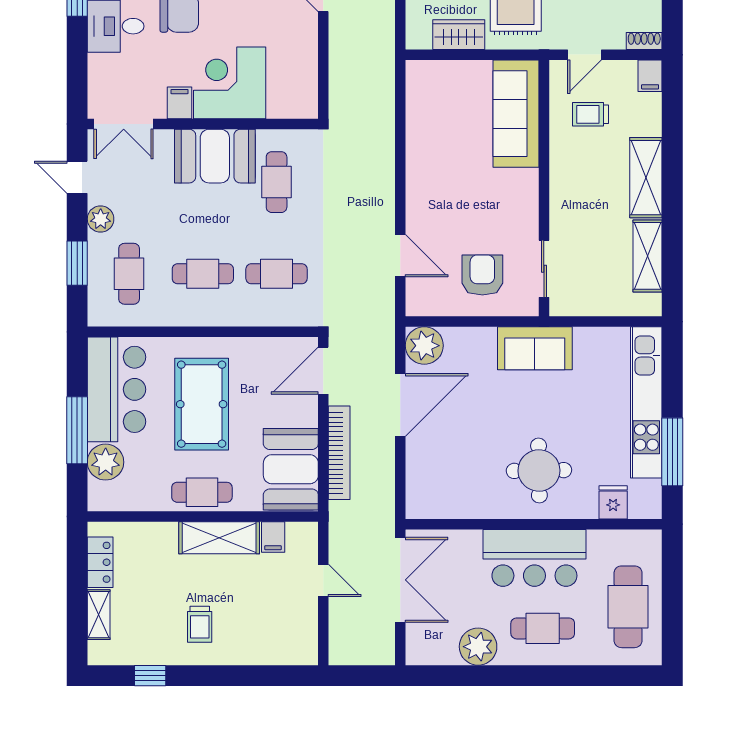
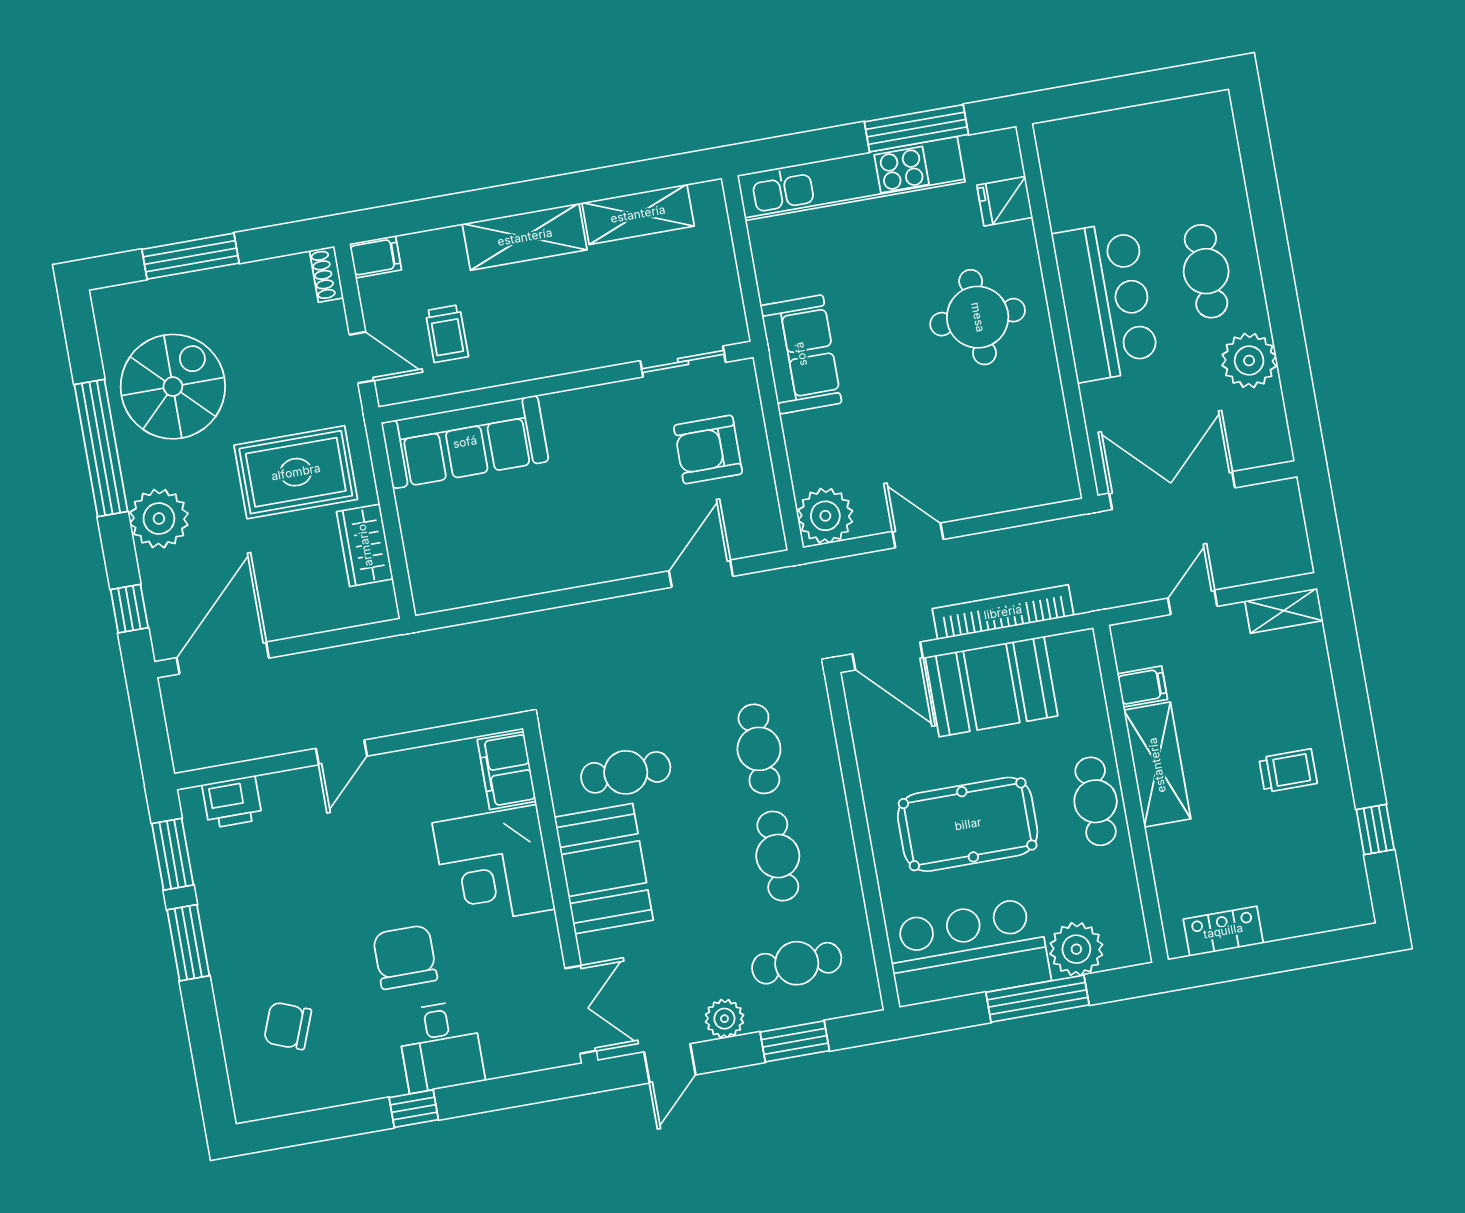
filing cabinet: (179, 103) -> (507, 771), moved, width x2.00
door: (400, 405) -> (918, 535), width x0.53
booth: (291, 469) -> (991, 686), moved
cafe table: (628, 607) -> (1153, 153), removed
shelving: (99, 615) -> (1284, 611), moved

